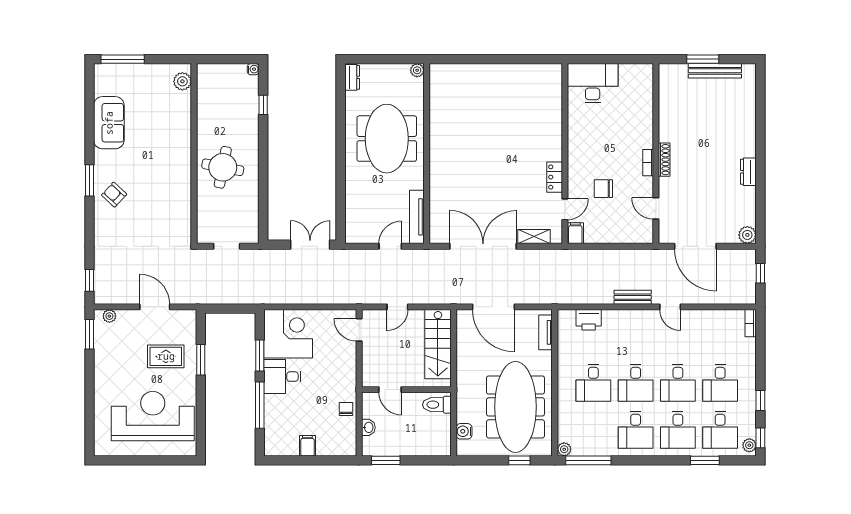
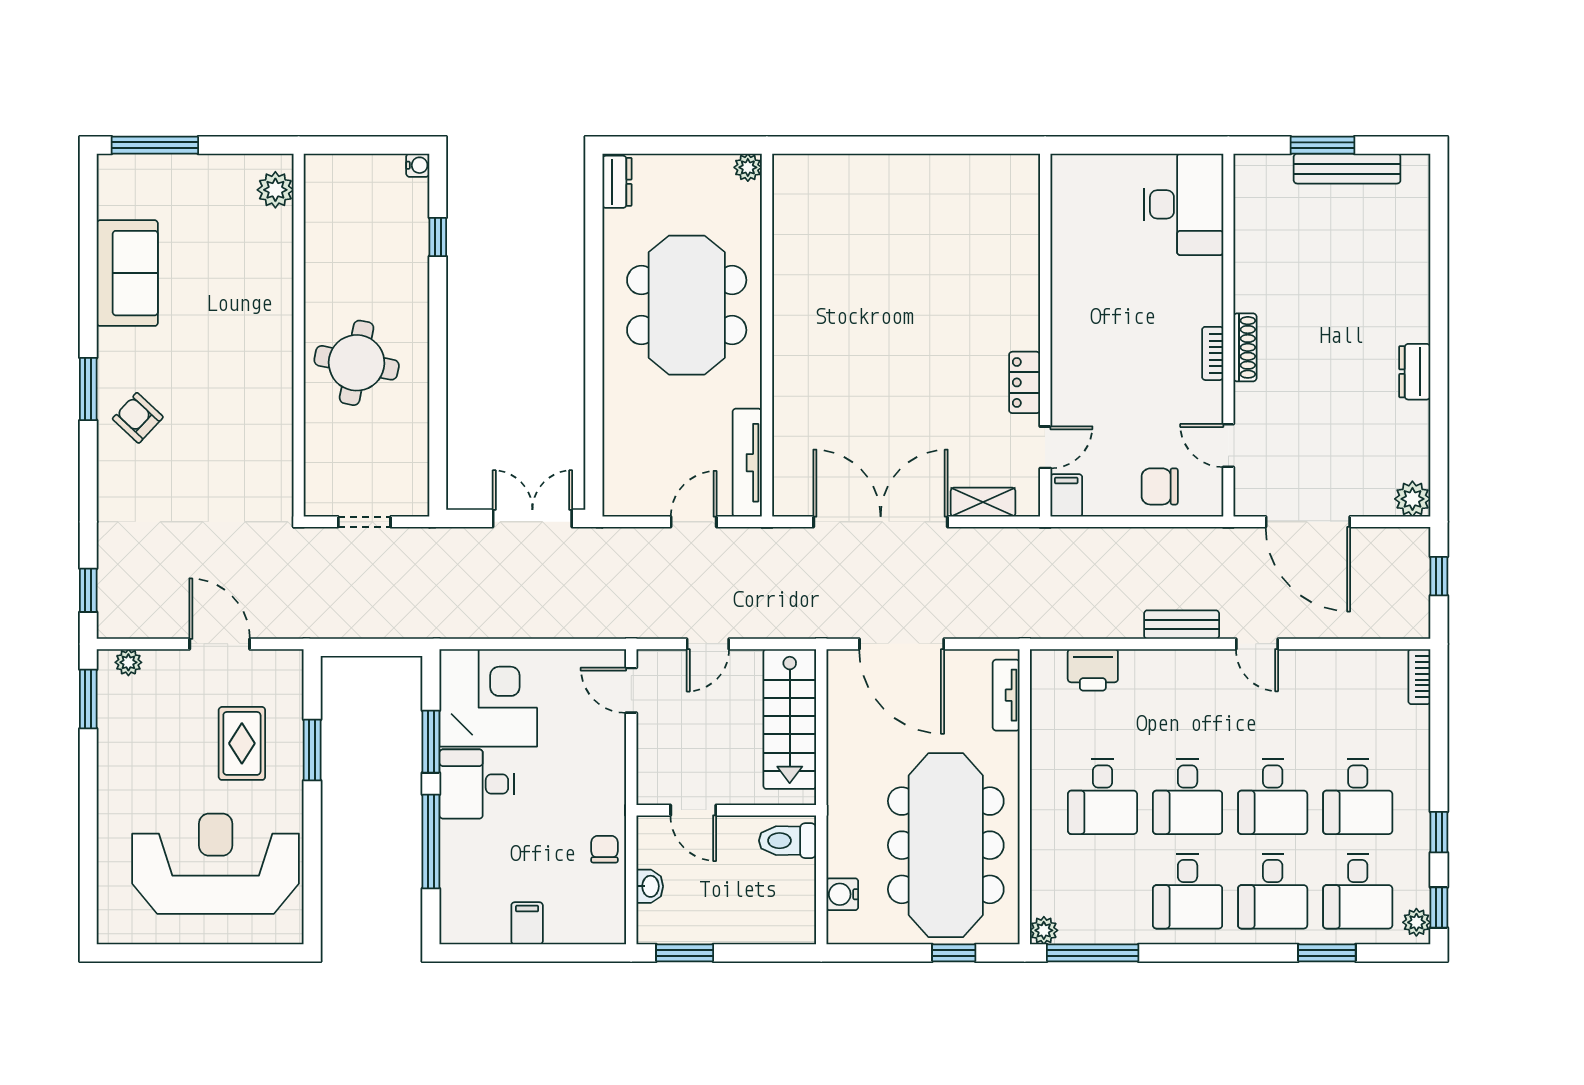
desk: (593, 83) -> (1183, 204), moved, turned 90
chair: (603, 189) -> (1160, 486), moved
rug: (166, 356) -> (242, 743), turned 90

